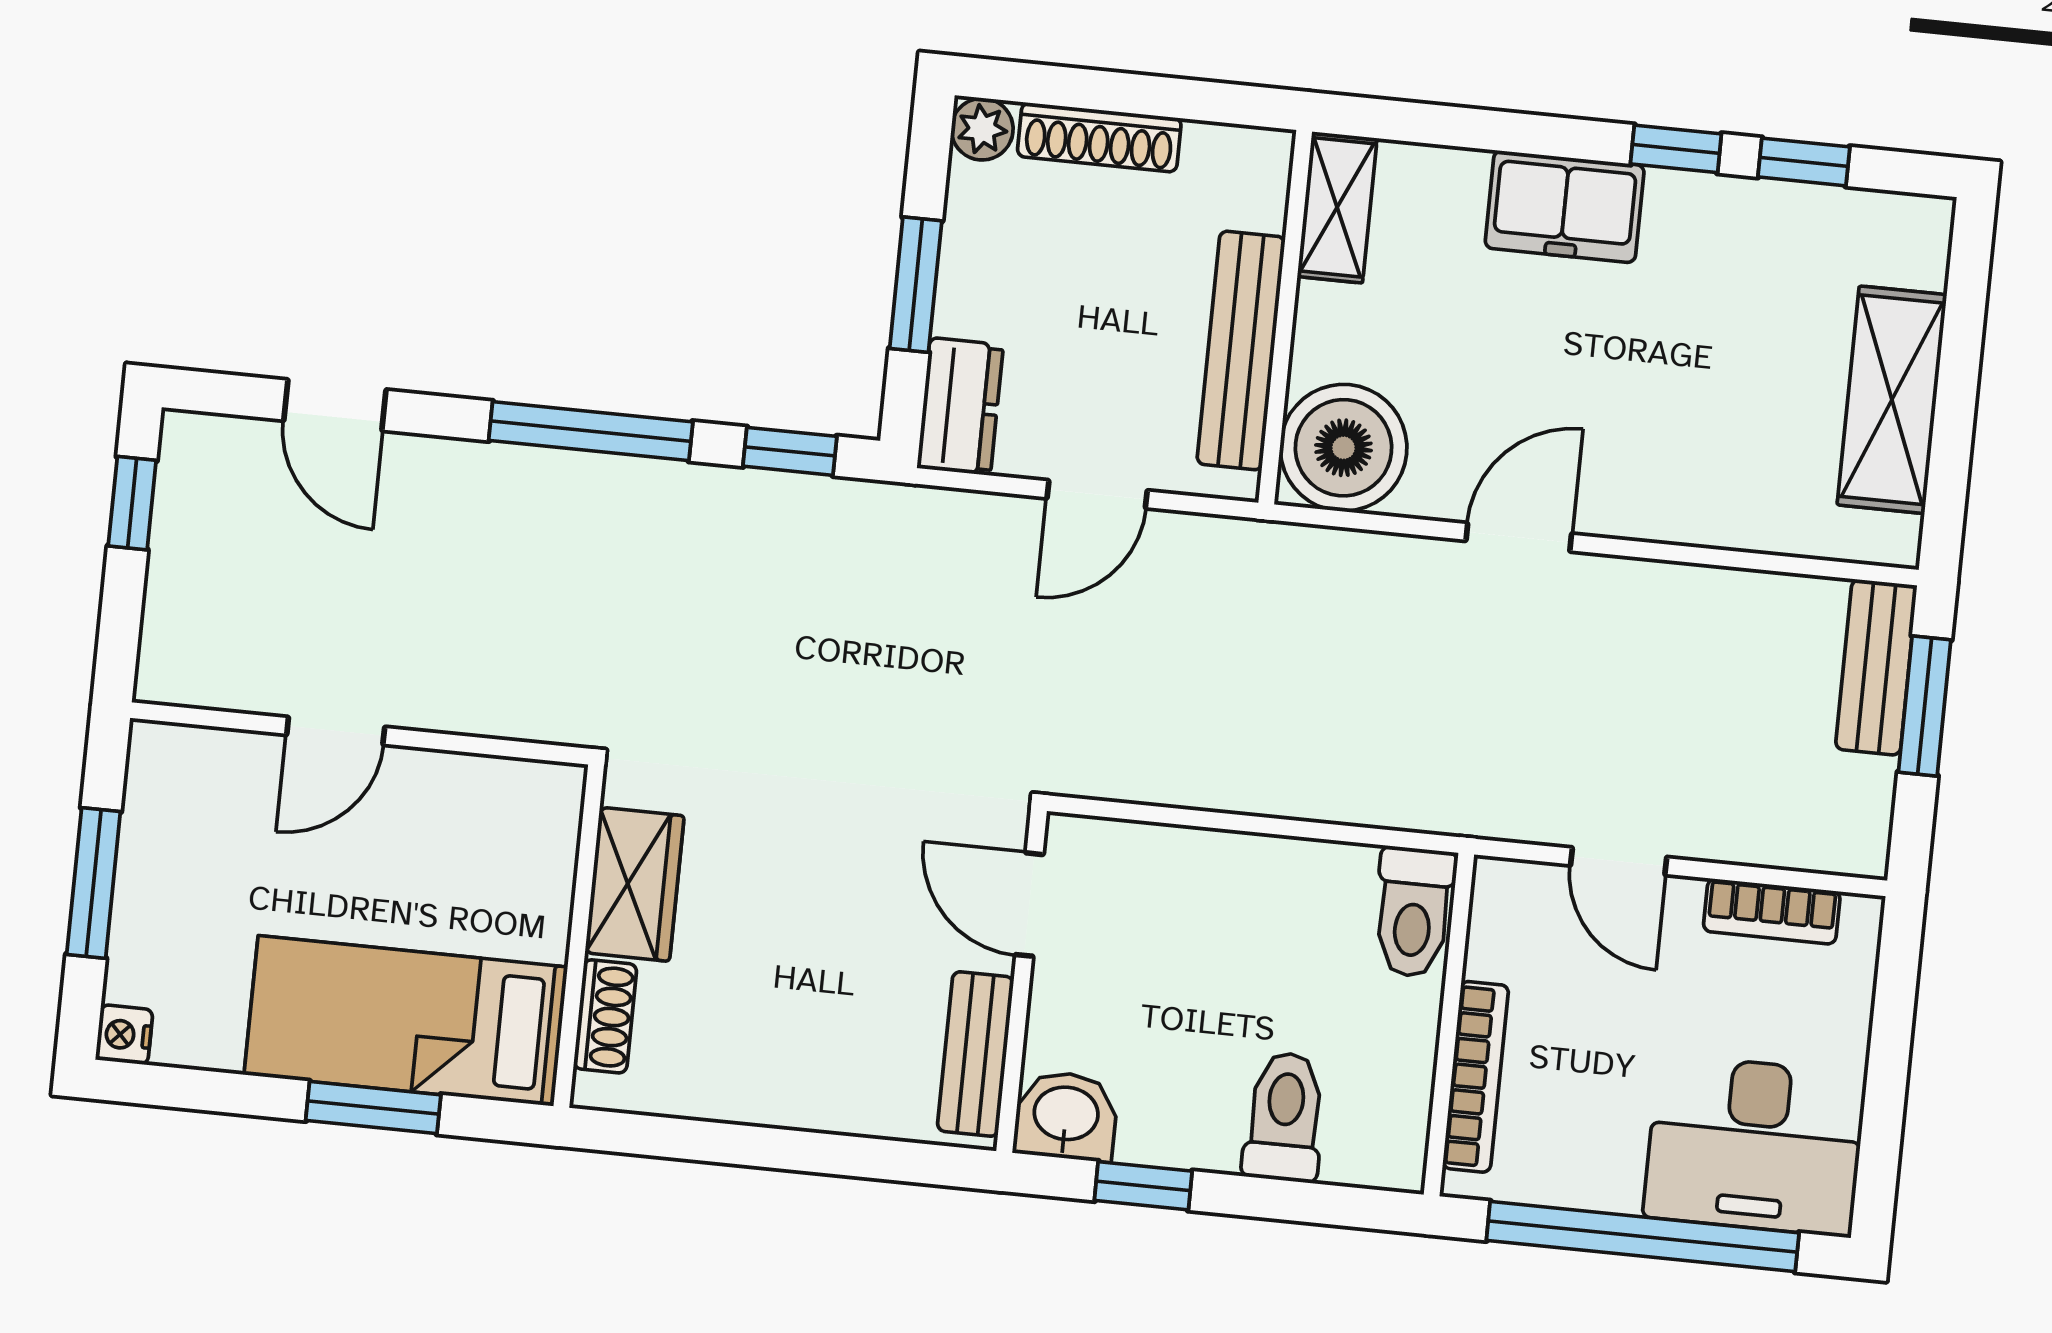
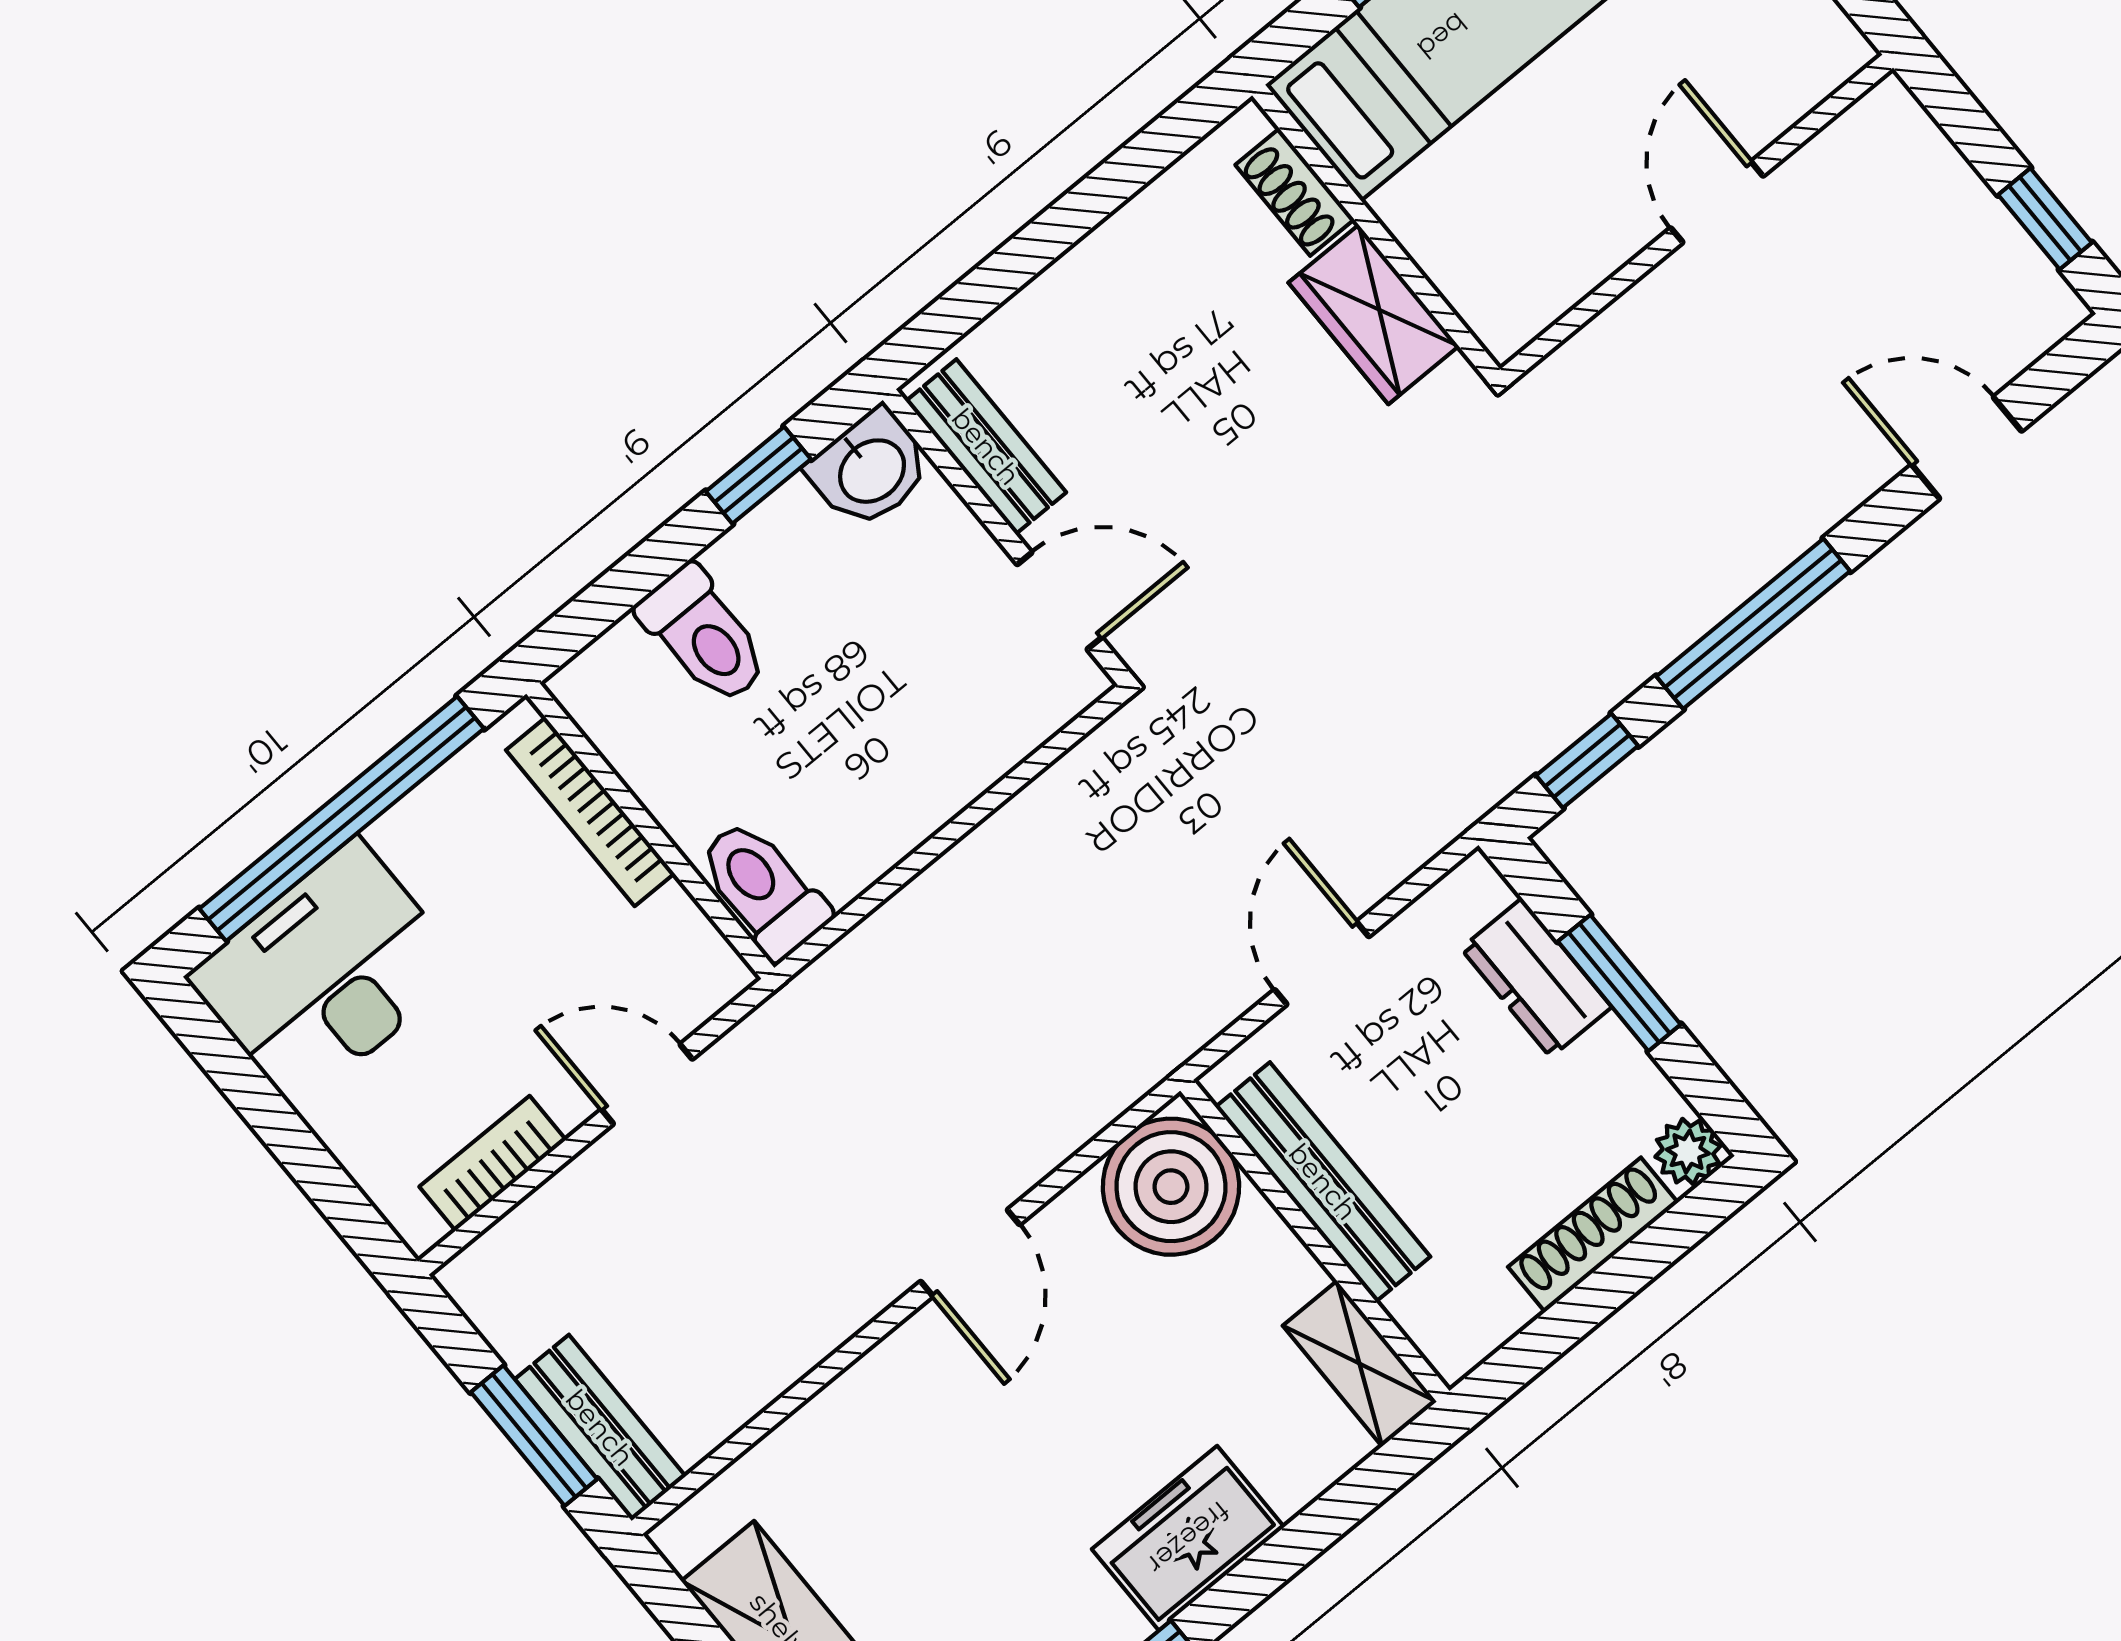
dresser: (960, 406) -> (1536, 978), moved

